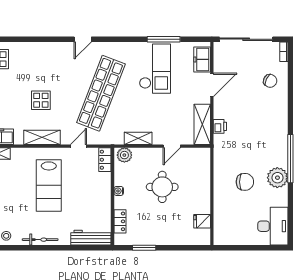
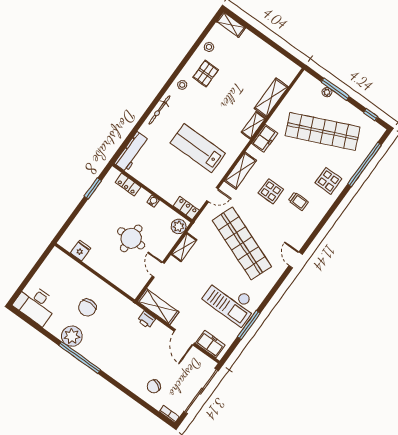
trolley: (33, 72) -> (298, 201), added
door: (78, 146) -> (212, 195), hinge flipped

